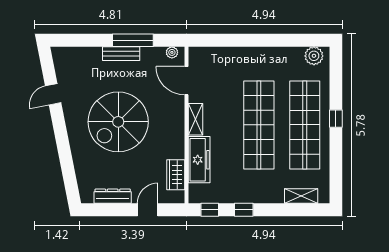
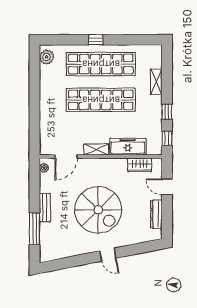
window: (133, 40) -> (34, 229), moved
door: (53, 94) -> (108, 255), moved
shelving: (301, 196) -> (156, 82), moved

